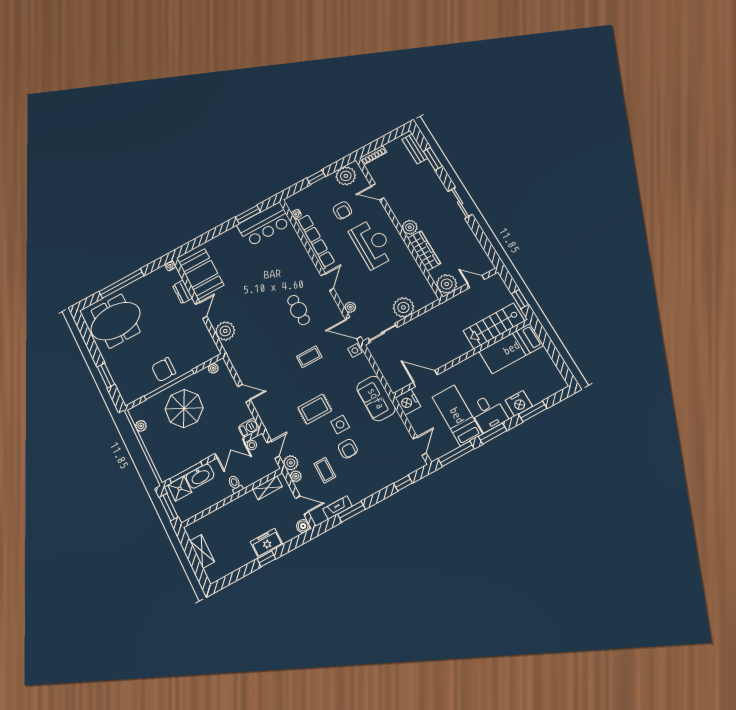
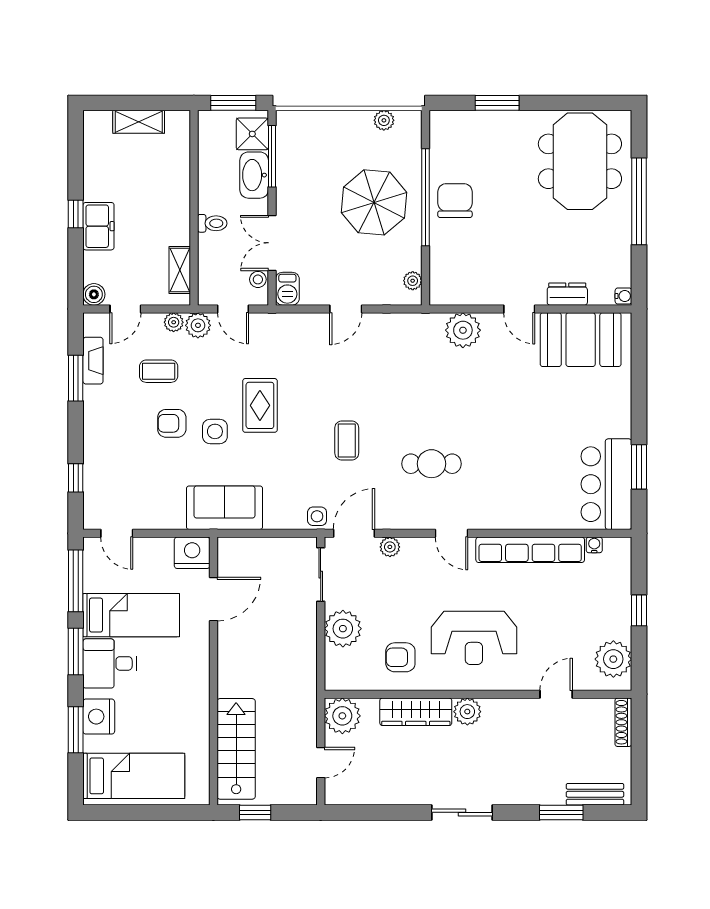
armchair: (342, 210) -> (400, 657), moved
bed: (511, 348) -> (134, 776), moved, turned 90

